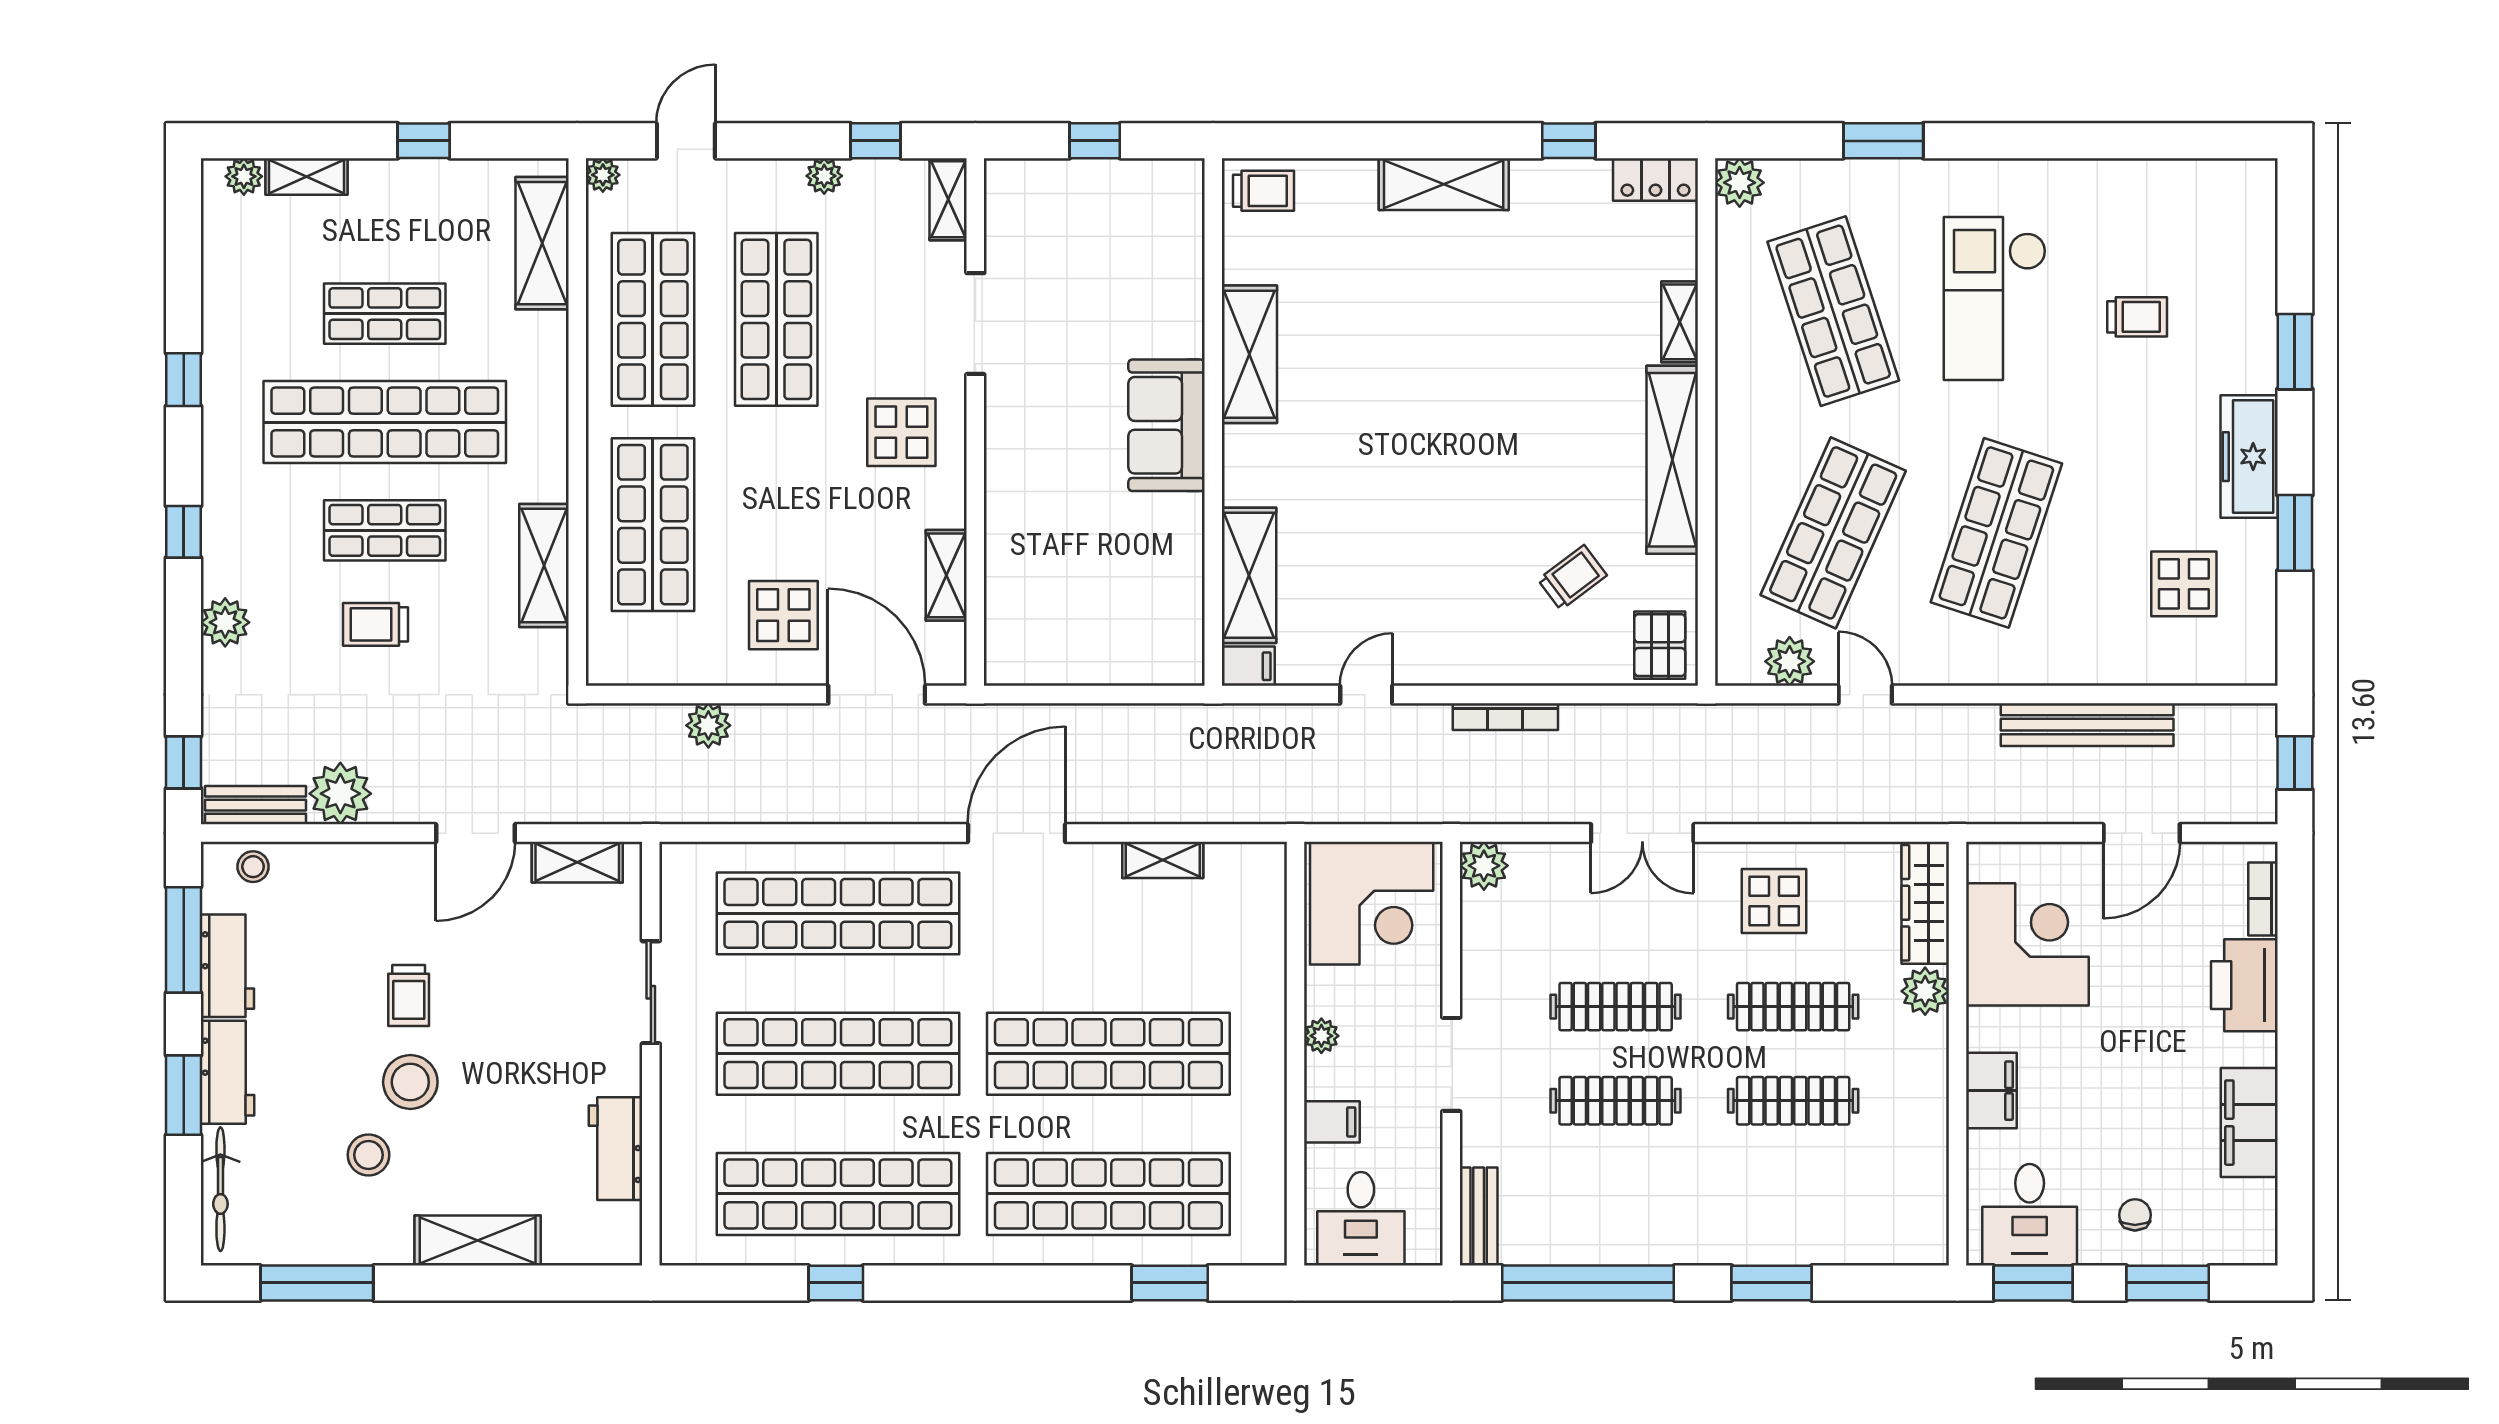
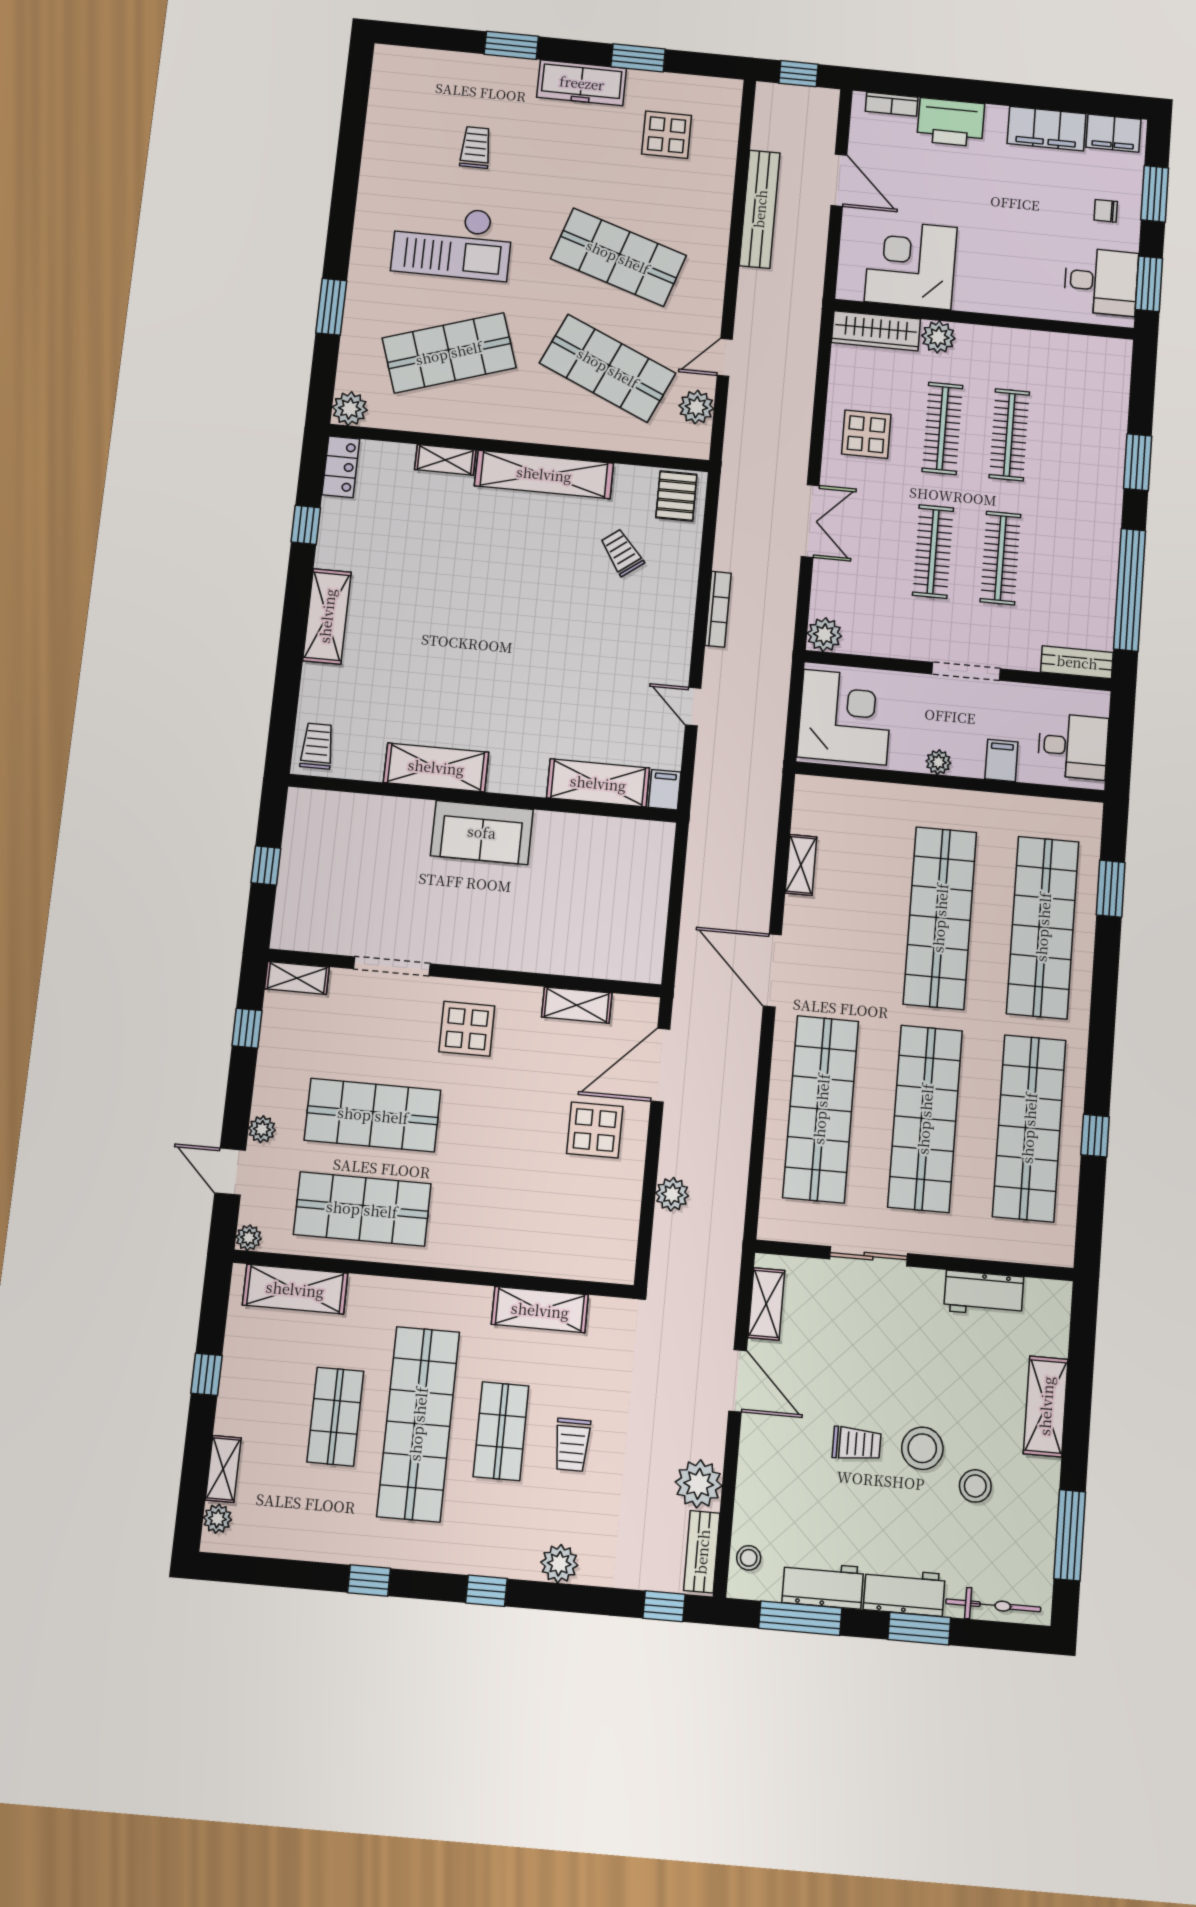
plant: (824, 176) -> (262, 1129), moved
shop shelf: (653, 525) -> (517, 1223), removed
pallet: (1660, 645) -> (676, 496), turned 90
filing cabinet: (1991, 1091) -> (1113, 133), moved, turned 180

